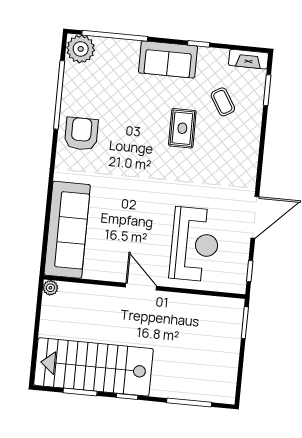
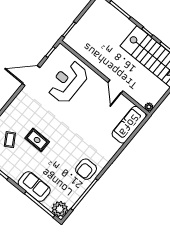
sofa: (168, 59) -> (34, 187), moved
rug: (182, 128) -> (37, 140), turned 90
sofa: (67, 230) -> (129, 125), width x0.74, depth x0.79
door: (141, 287) -> (115, 87), moved

